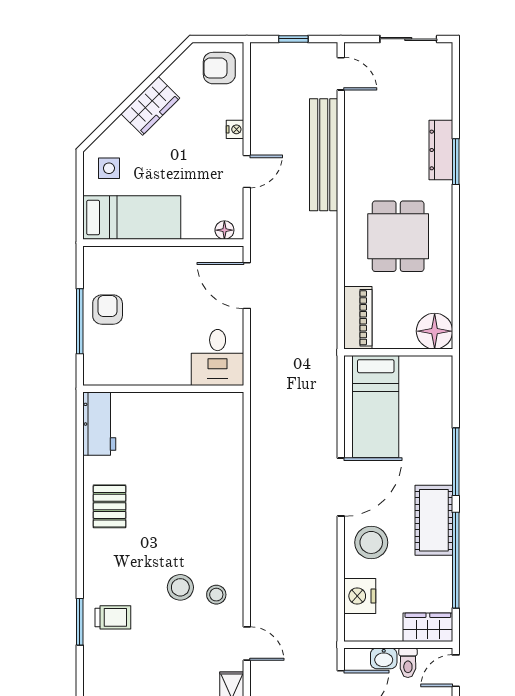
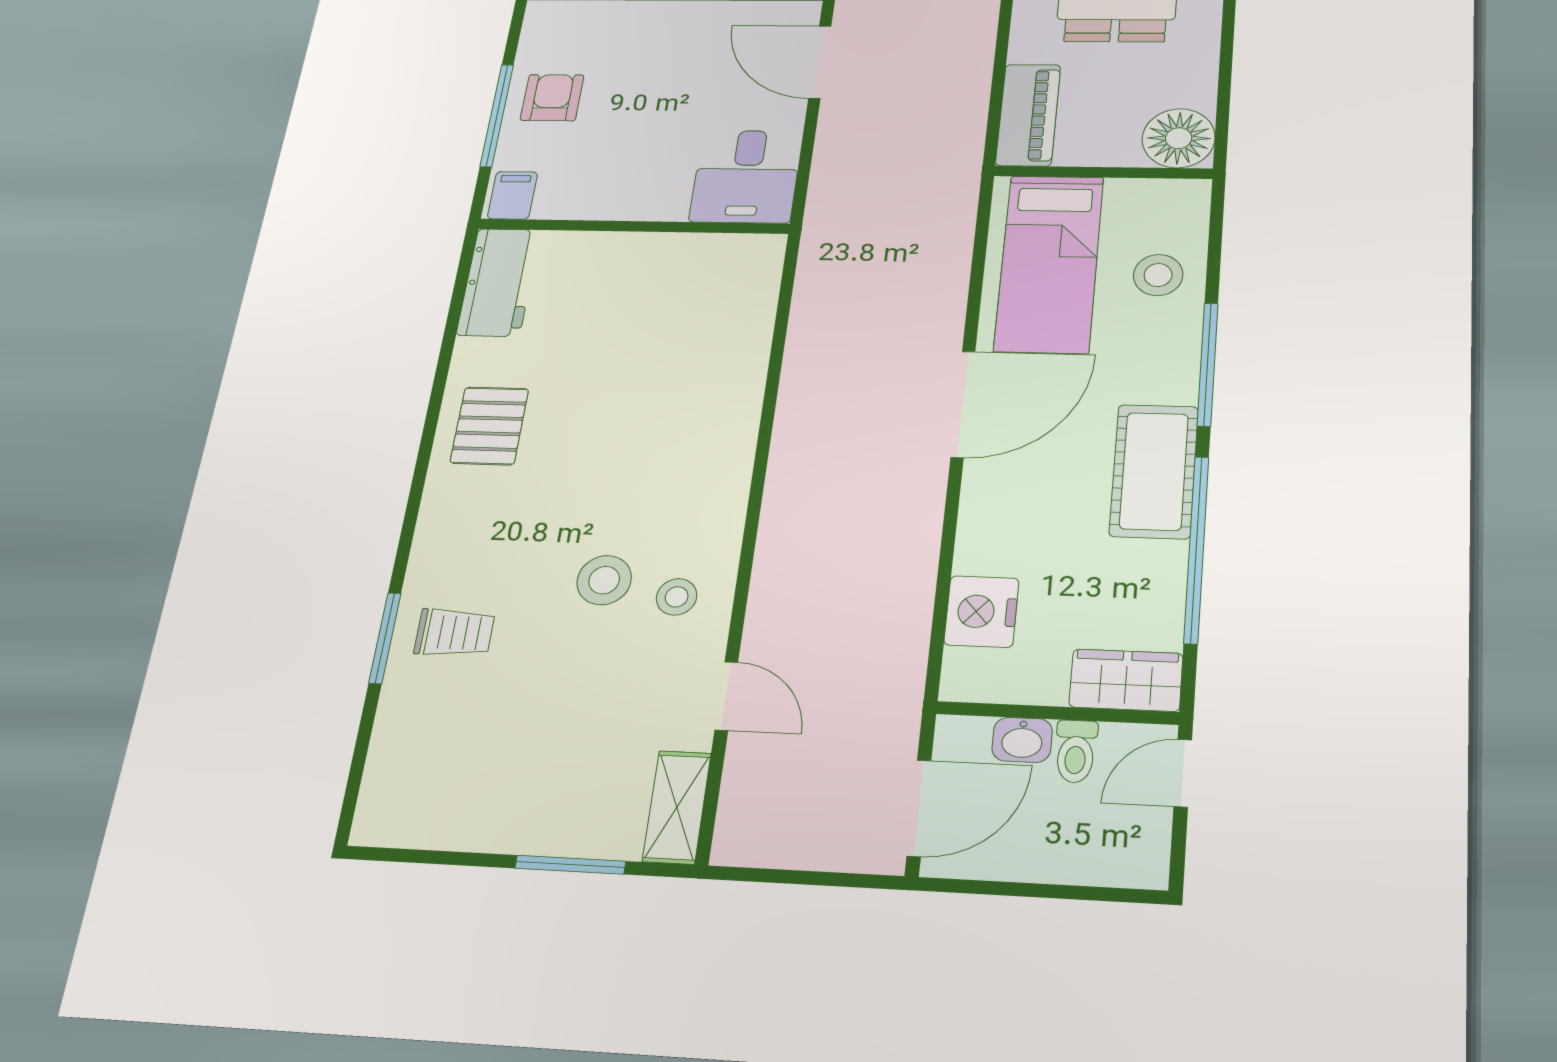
filing cabinet: (97, 371) -> (512, 195), added
stool: (371, 542) -> (1158, 275), moved, width x0.73, depth x0.73

